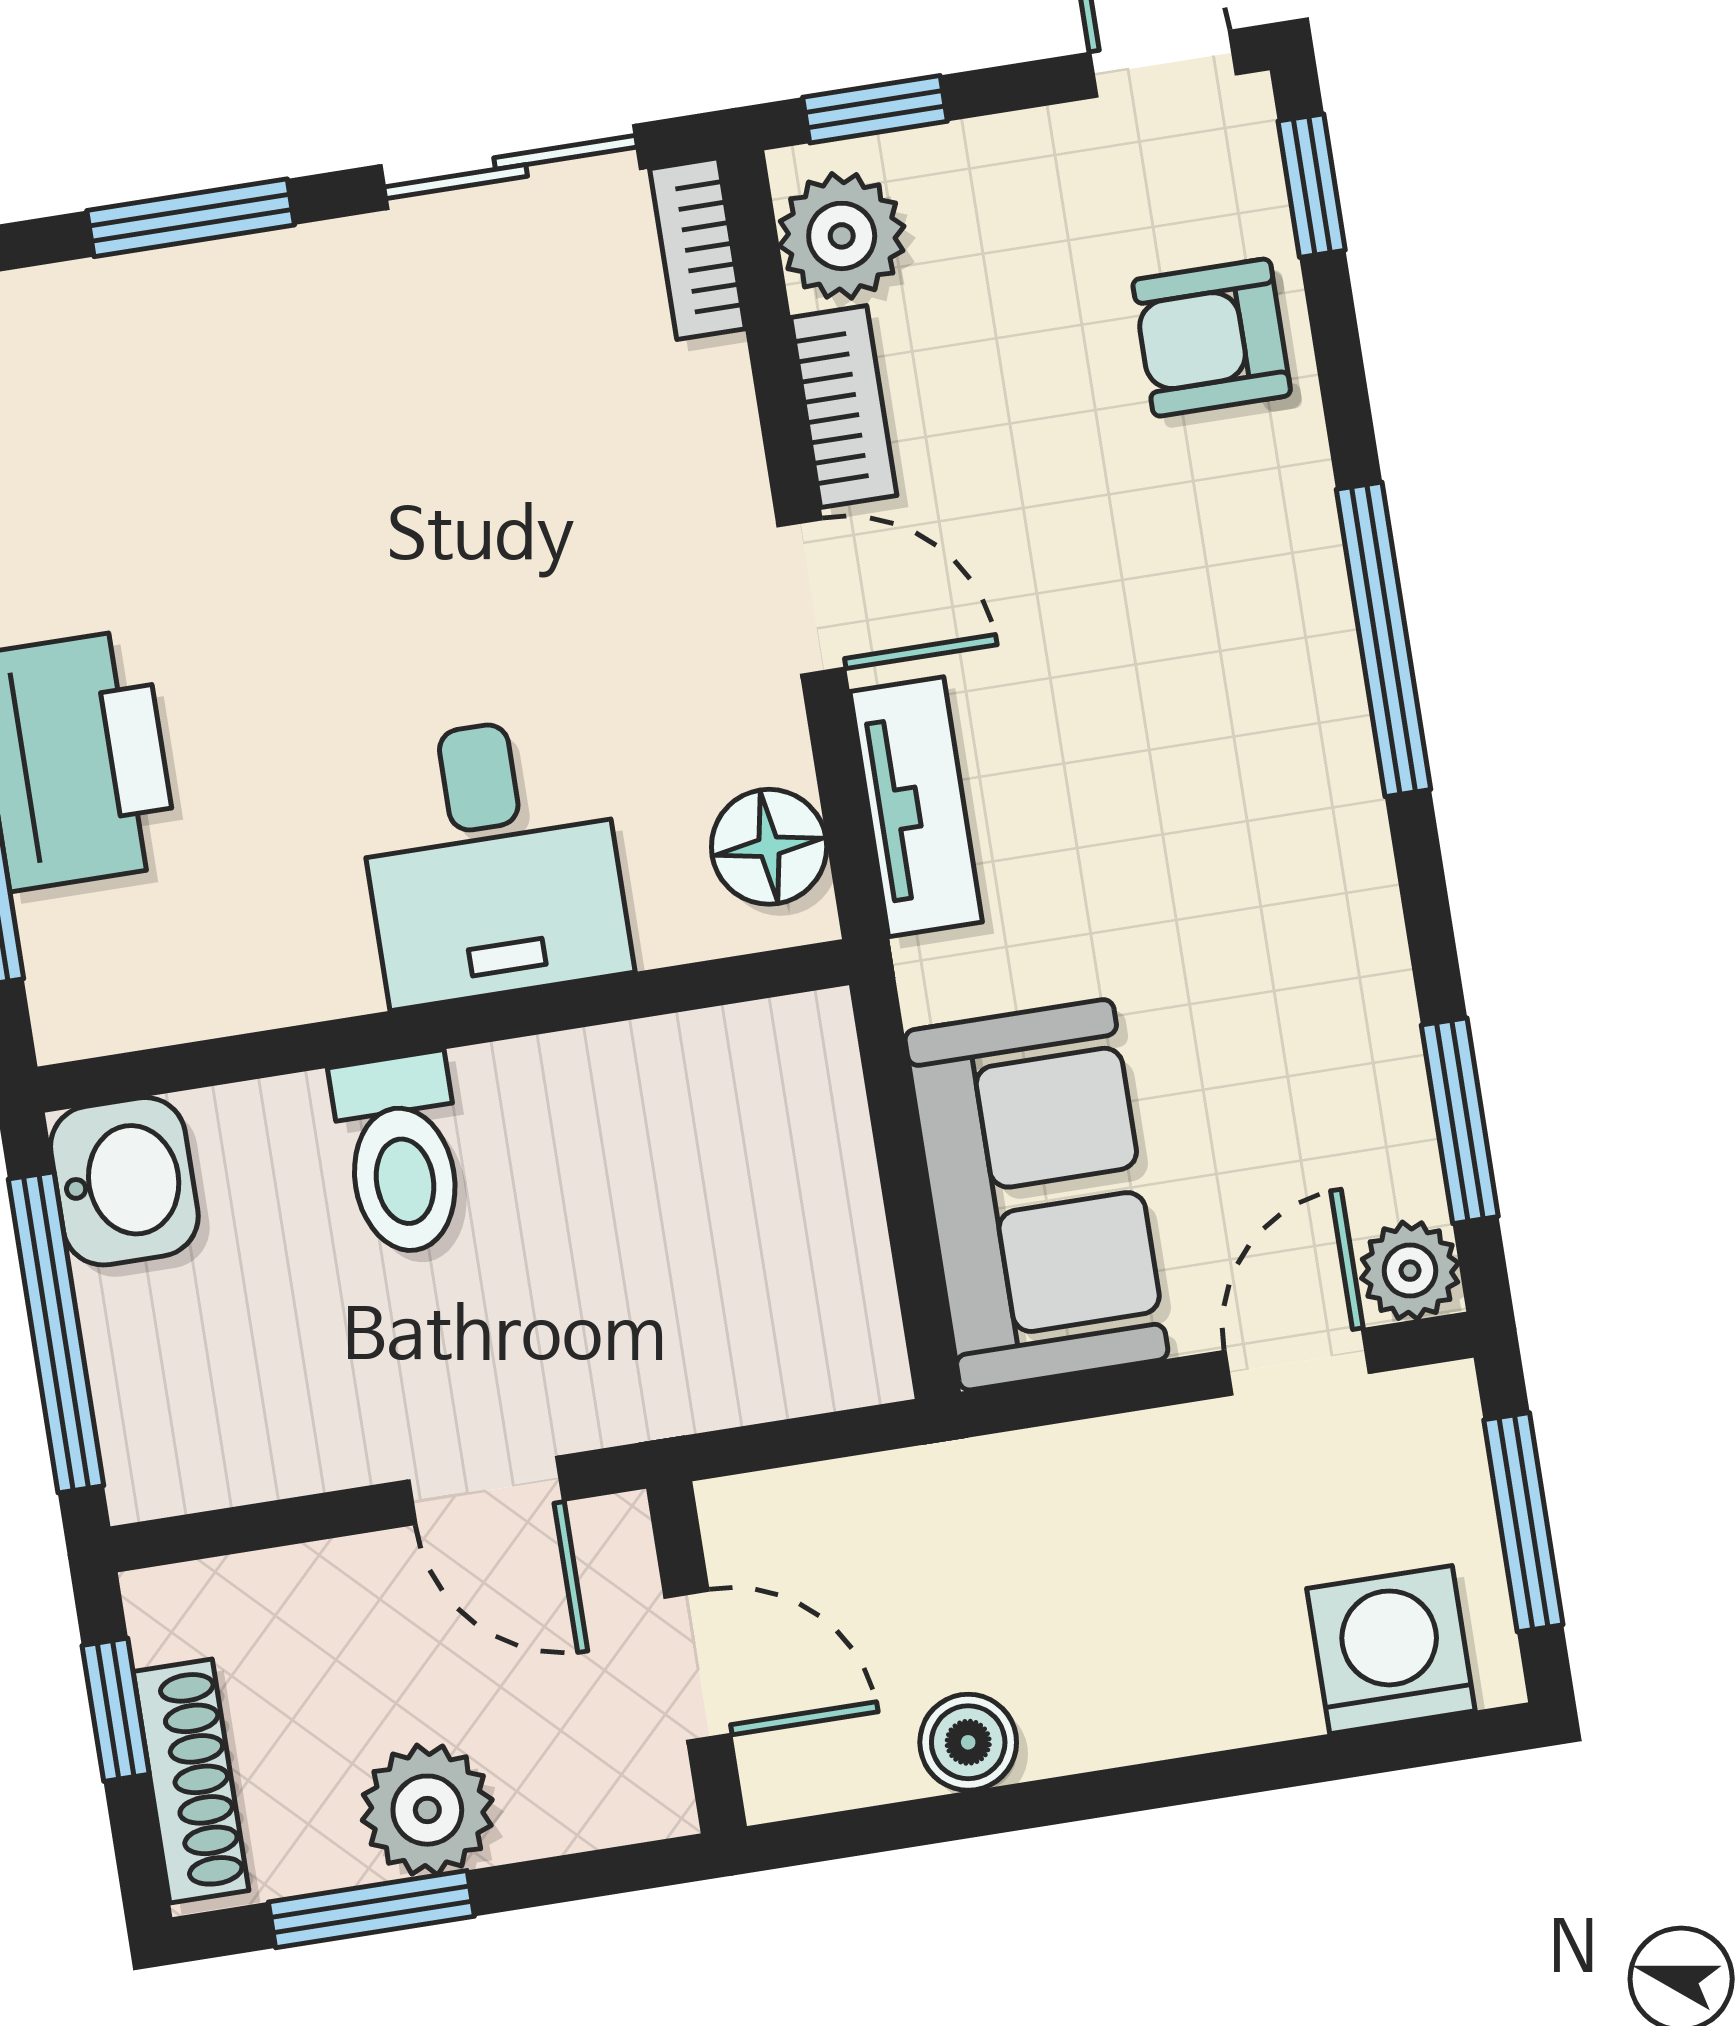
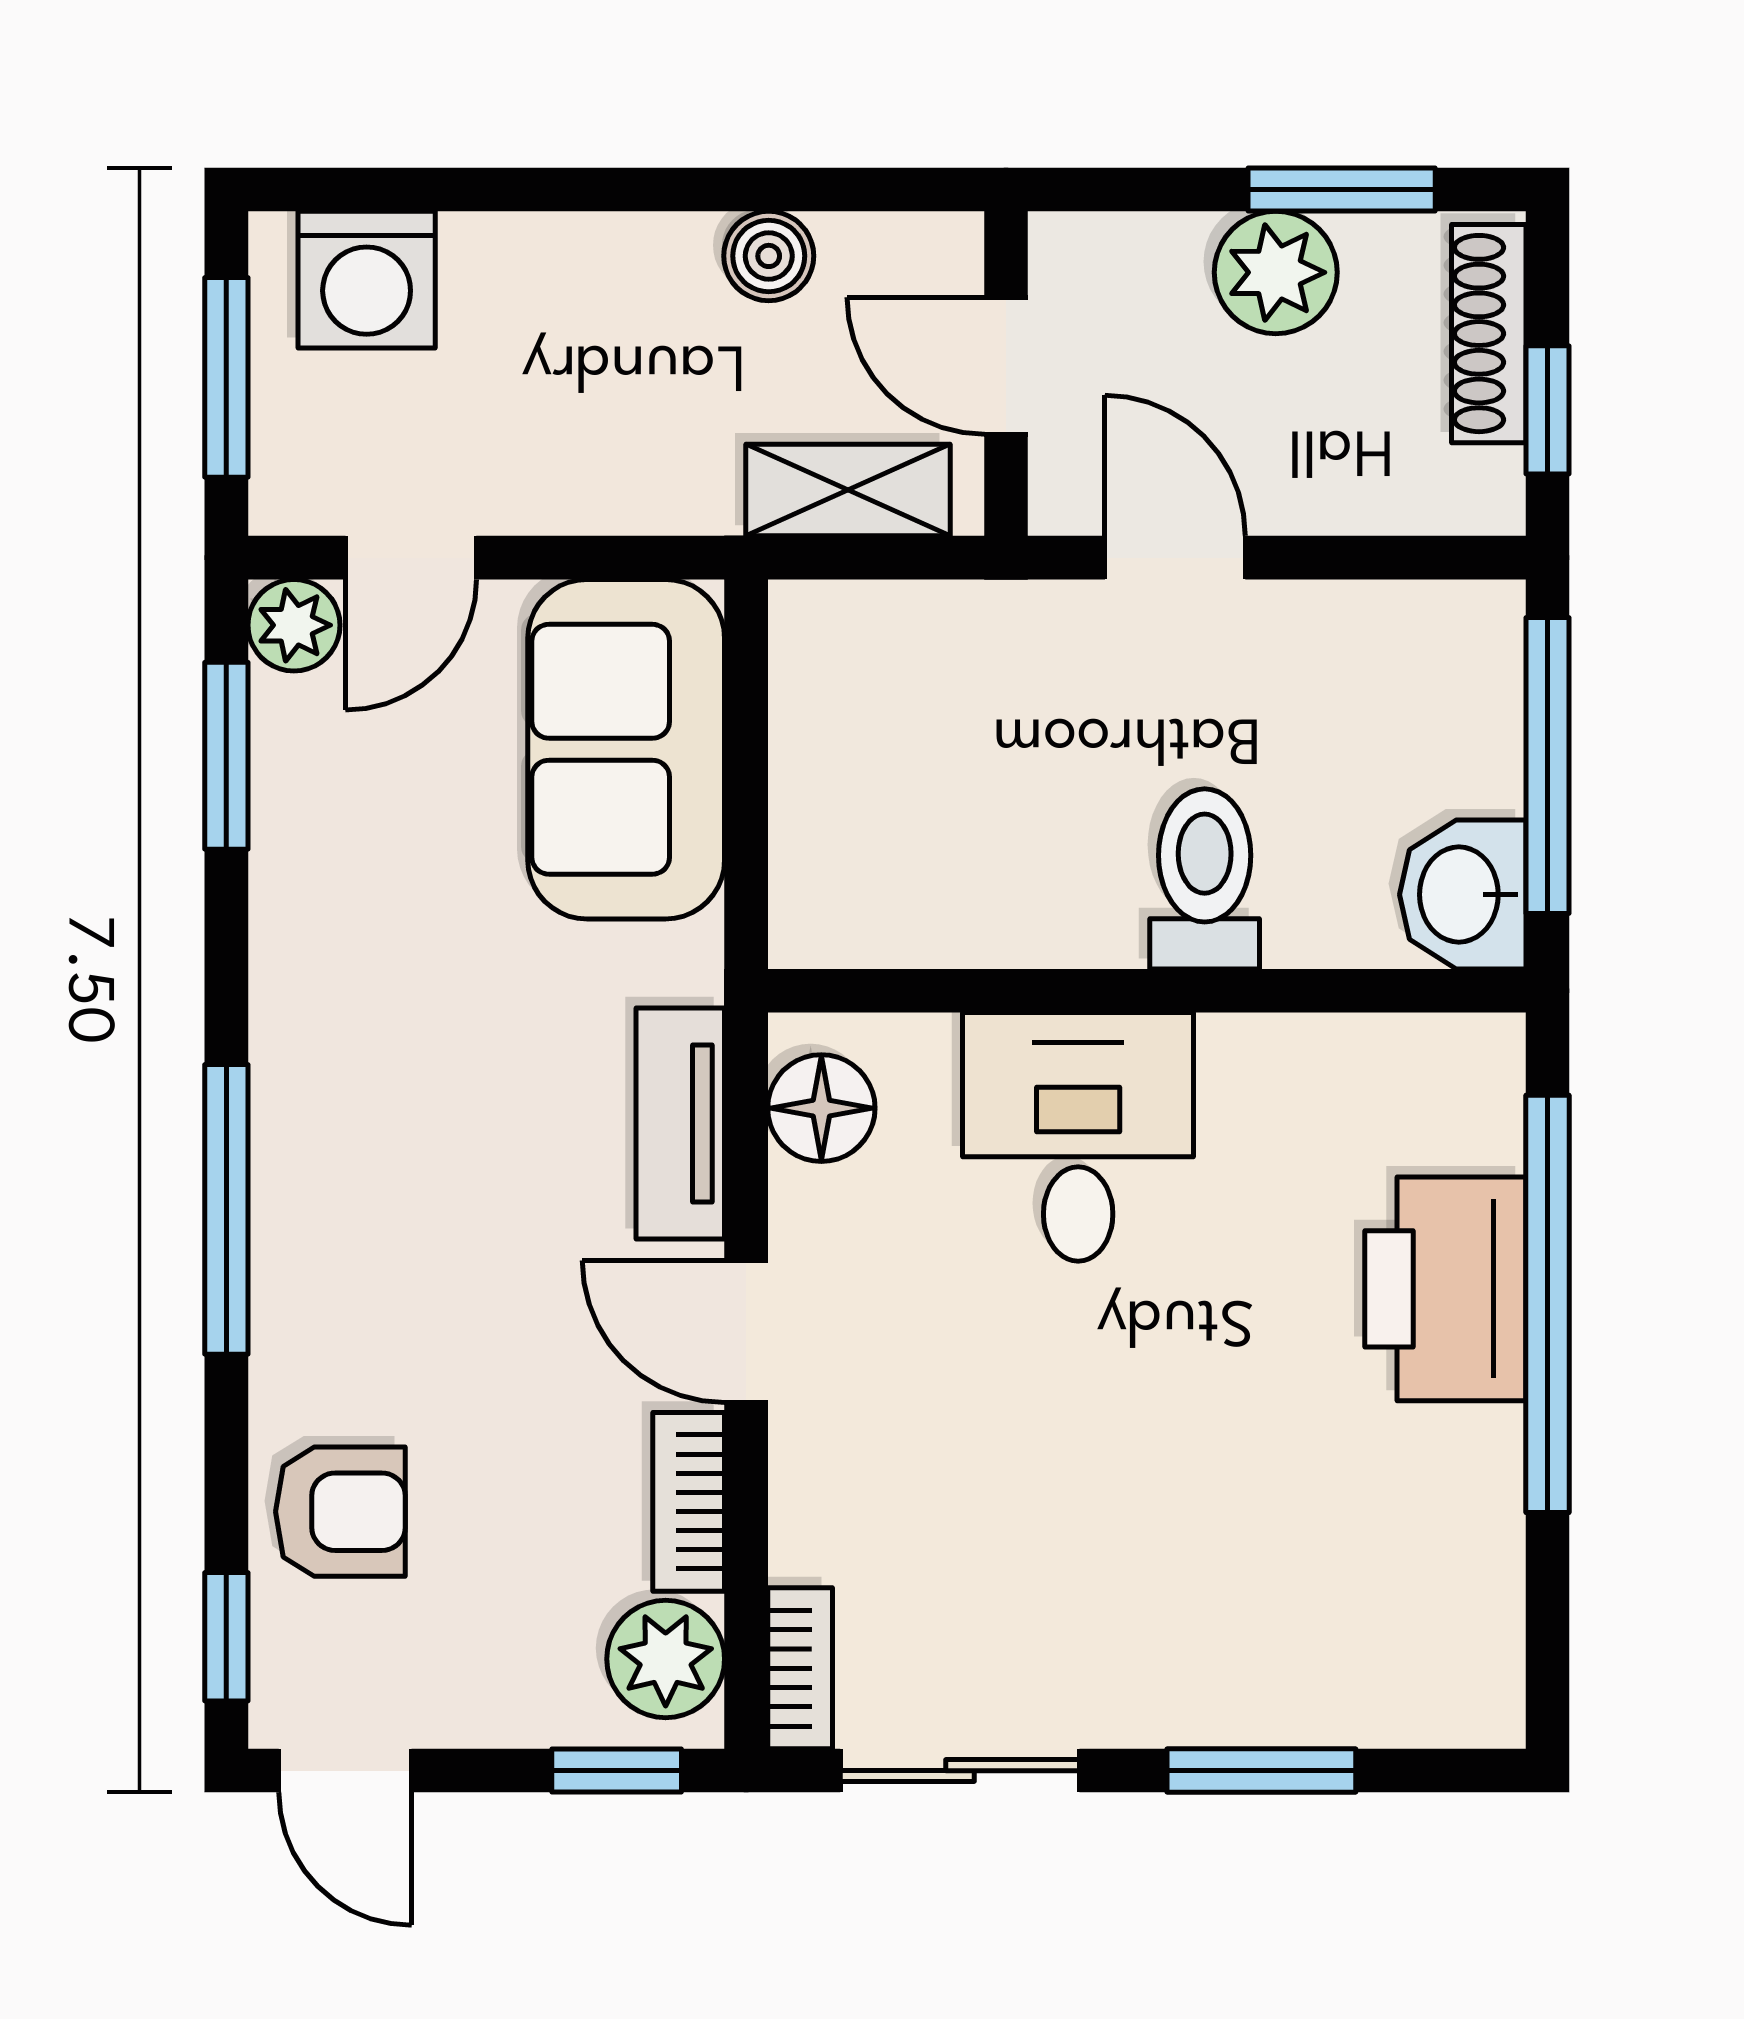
shelving: (845, 1507) -> (848, 490), added

